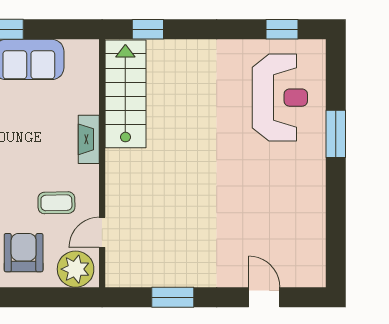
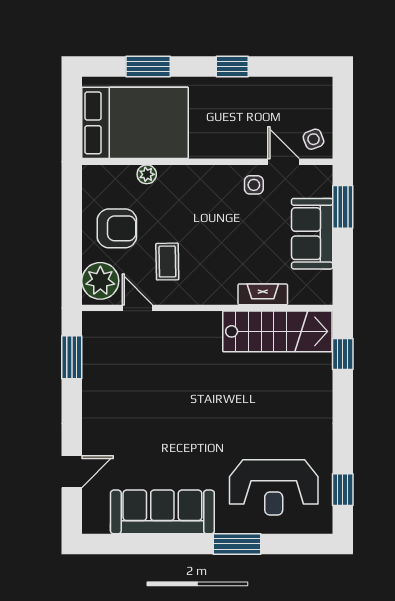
fireplace: (89, 139) -> (263, 294), moved
sofa: (304, 208) -> (162, 512), added
window: (173, 297) -> (72, 357), moved

